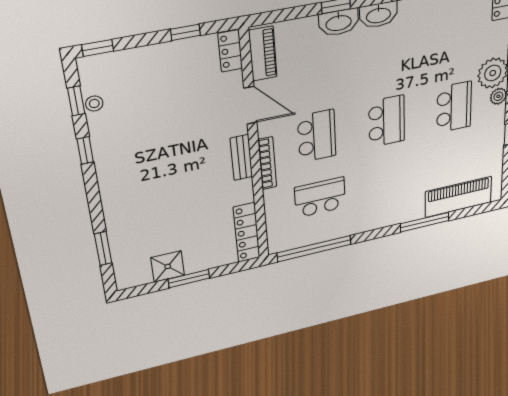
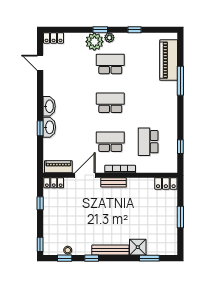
bench: (108, 180) -> (110, 250), added
locker: (247, 233) -> (166, 183), width x0.66
window: (314, 249) -> (180, 147), width x0.32
shower: (168, 266) -> (138, 247), moved

